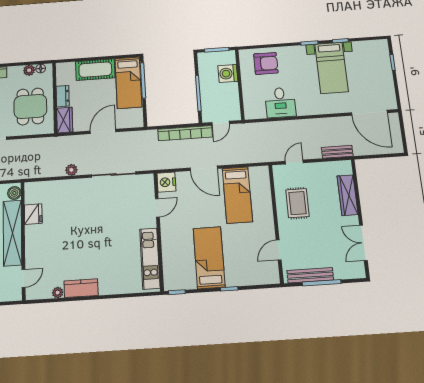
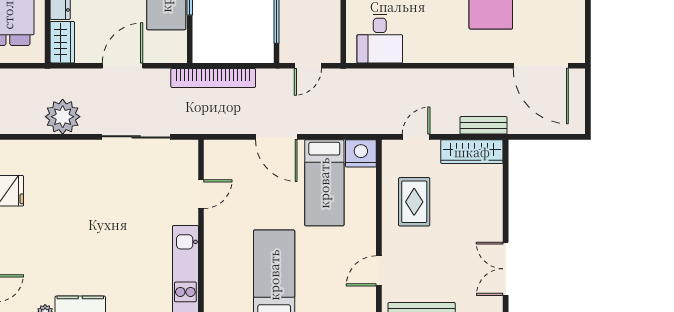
desk: (280, 103) -> (380, 39), moved
bookcase: (185, 133) -> (213, 78), moved
plant: (71, 170) -> (63, 117), width x1.87, depth x1.87
nightstand: (166, 182) -> (361, 153), moved, turned 90
wardrobe: (348, 195) -> (472, 152), moved, turned -90

